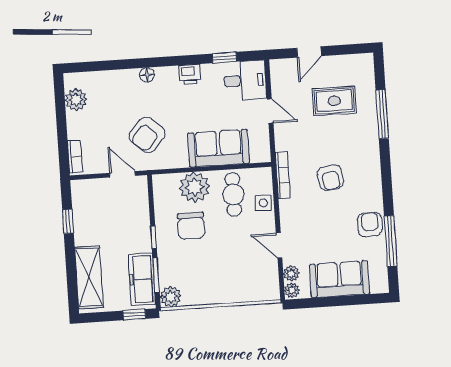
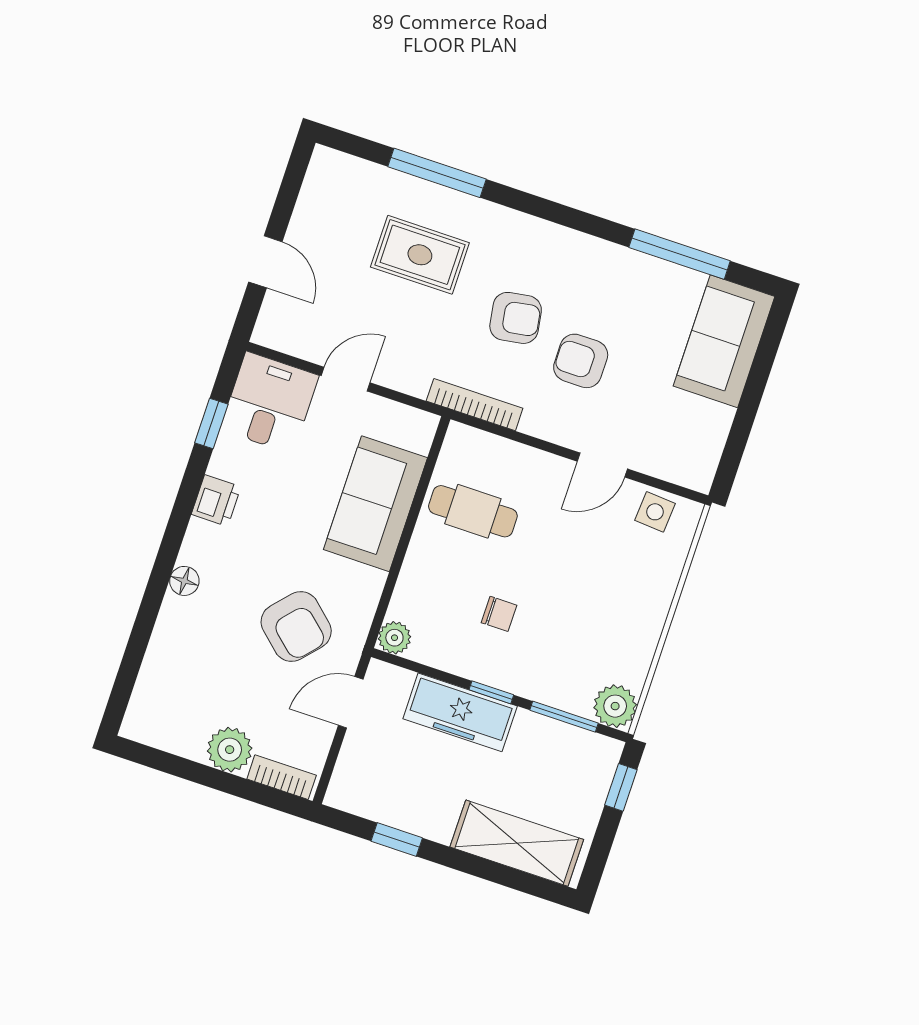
plant: (76, 100) -> (230, 750), moved
rug: (334, 101) -> (420, 255), moved, turned 90
plant: (195, 187) -> (394, 638), moved, width x0.53, depth x0.53
side table: (263, 203) -> (655, 512), moved
armchair: (370, 225) -> (581, 361), moved
chair: (191, 226) -> (499, 614), width x0.54, depth x0.54
plant: (291, 273) -> (664, 464), removed
freezer: (142, 279) -> (460, 712), moved
sofa: (339, 279) -> (724, 341), moved
plant: (292, 290) -> (696, 476), removed

